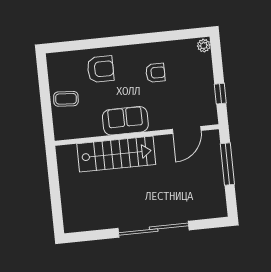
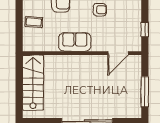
stairs: (116, 154) -> (33, 83), moved, turned -90
window: (227, 164) -> (145, 92), moved

